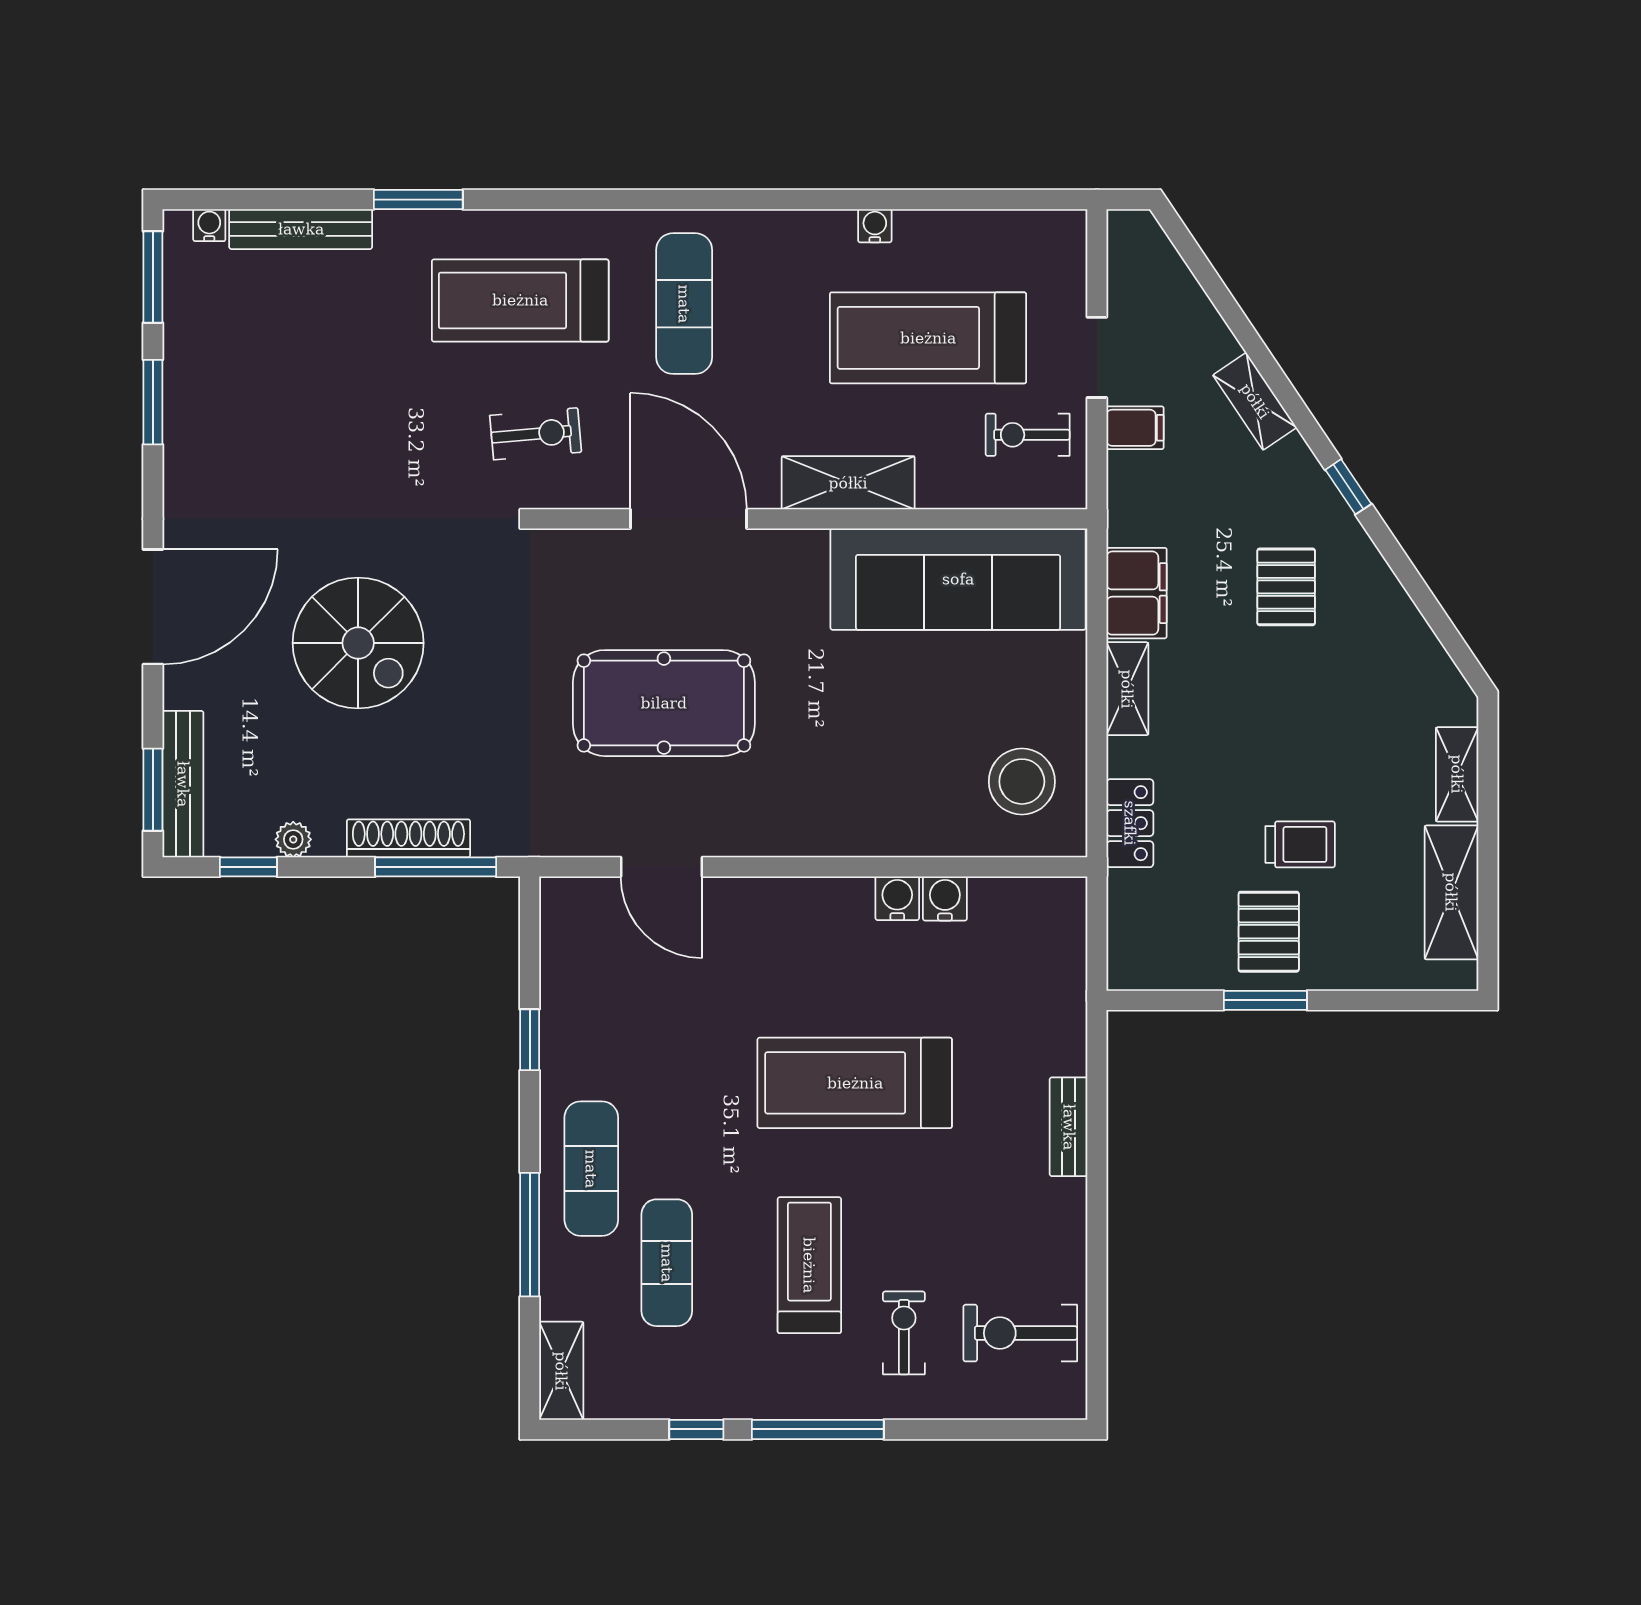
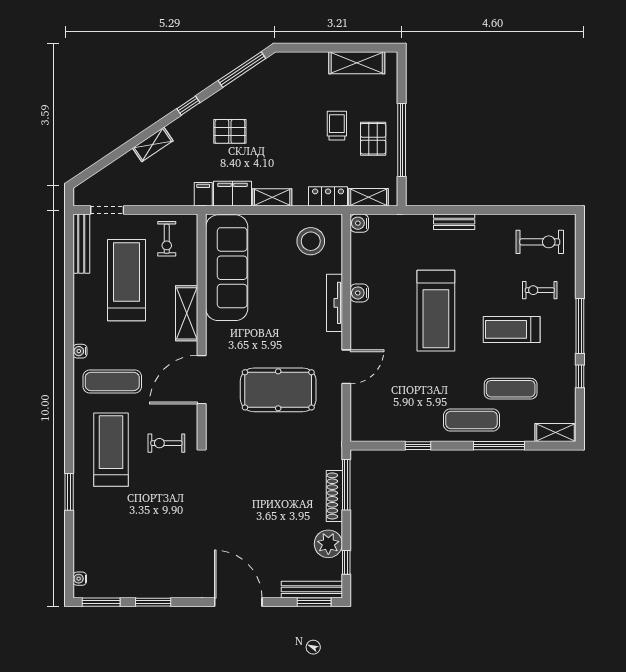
water cooler: (875, 226) -> (80, 351), moved
bench: (301, 229) -> (81, 244), moved
treadmill: (520, 300) -> (111, 450), turned 180
treadmill: (928, 338) -> (127, 280), turned 180
doorway: (1097, 357) -> (107, 210), moved
filing cabinet: (1135, 428) -> (203, 194), moved
exercise bike: (536, 434) -> (166, 443), turned -85
window: (1435, 616) -> (242, 70), added
spiral stairs: (358, 643) -> (253, 517), removed
pool table: (664, 703) -> (278, 390), turned 90
shelving: (1457, 774) -> (369, 197), moved
plant: (293, 839) -> (328, 544), width x1.88, depth x1.88
tv unit: (873, 839) -> (334, 303), added
door: (661, 867) -> (346, 367), moved
water cooler: (945, 899) -> (359, 223), moved
pallet: (1269, 932) -> (373, 139), turned 90
window: (1265, 1000) -> (402, 140), width x2.11
exercise bike: (1020, 1333) -> (540, 242), turned -90

